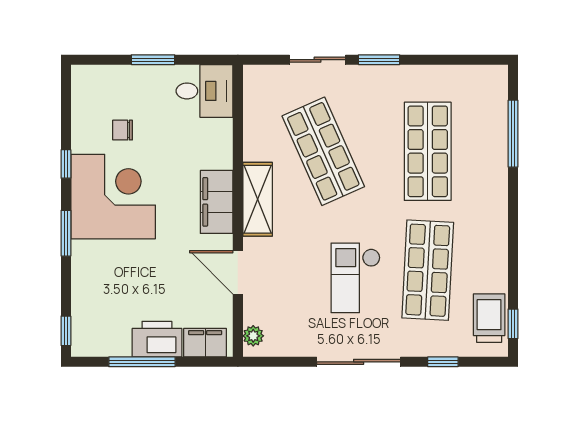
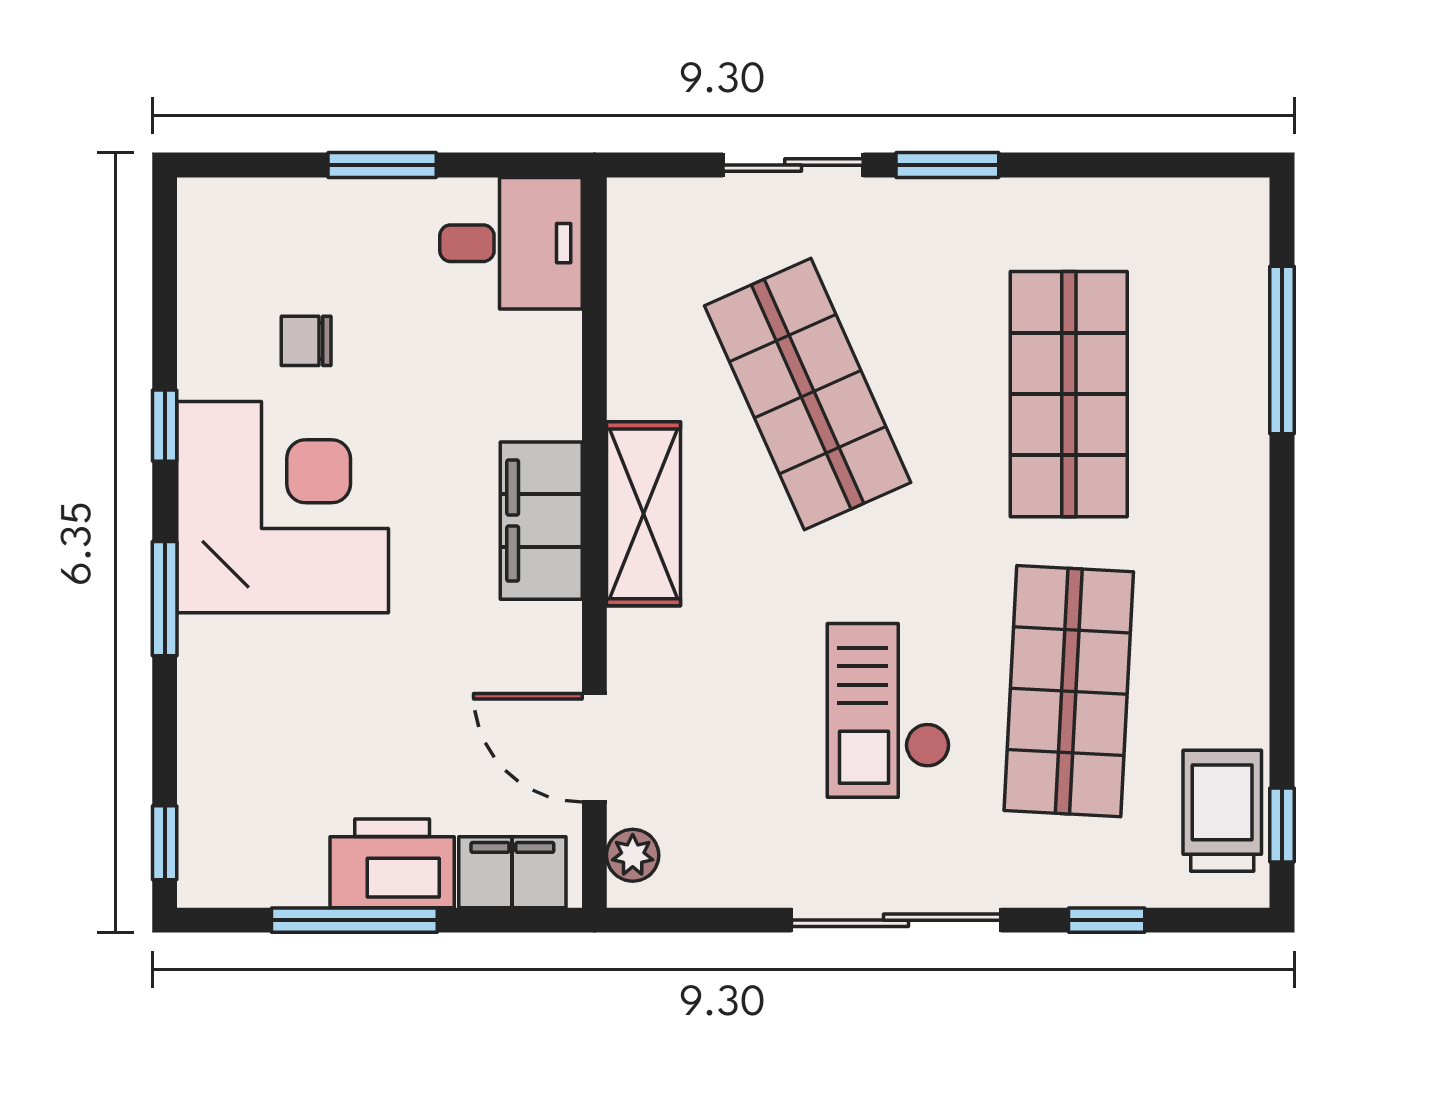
door: (238, 272) -> (594, 748), moved

